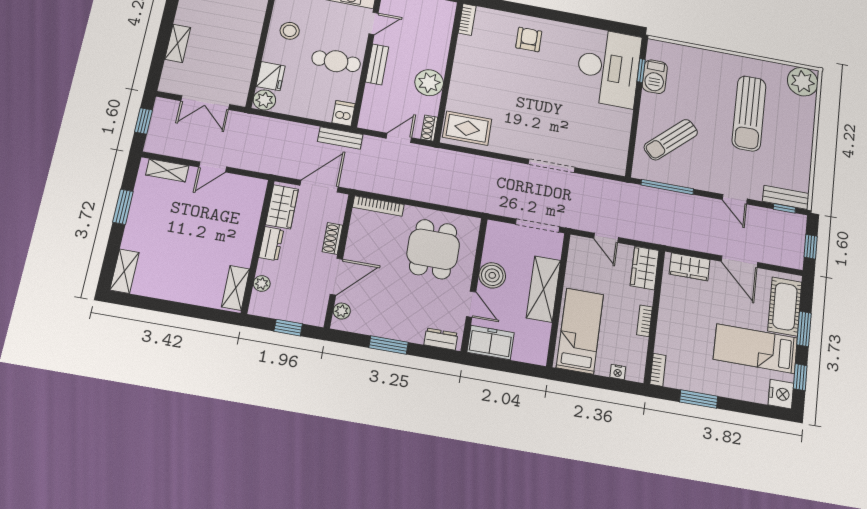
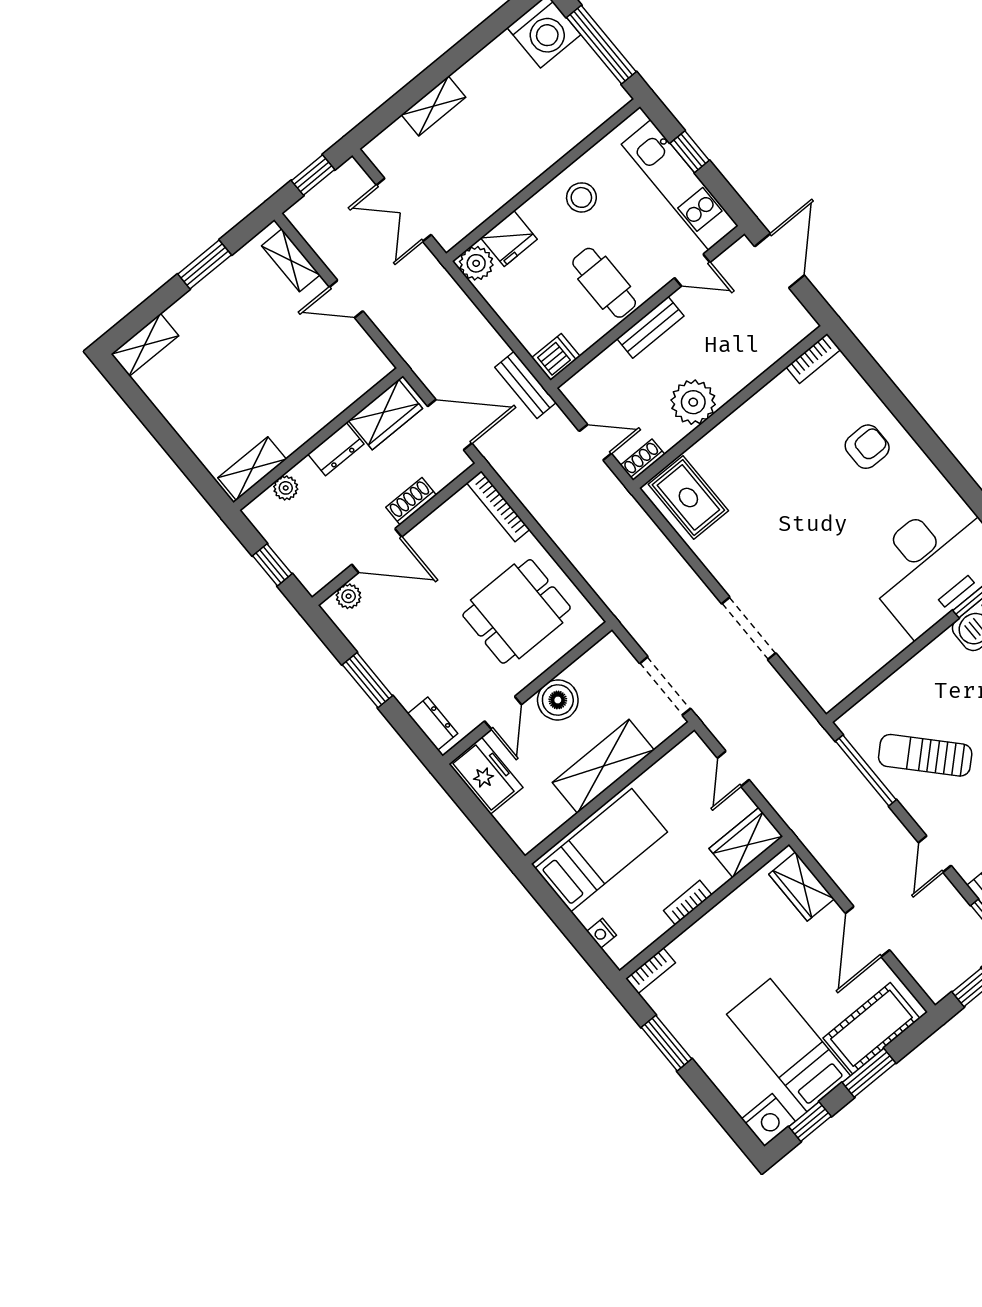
sun lounger: (671, 140) -> (925, 755), moved

